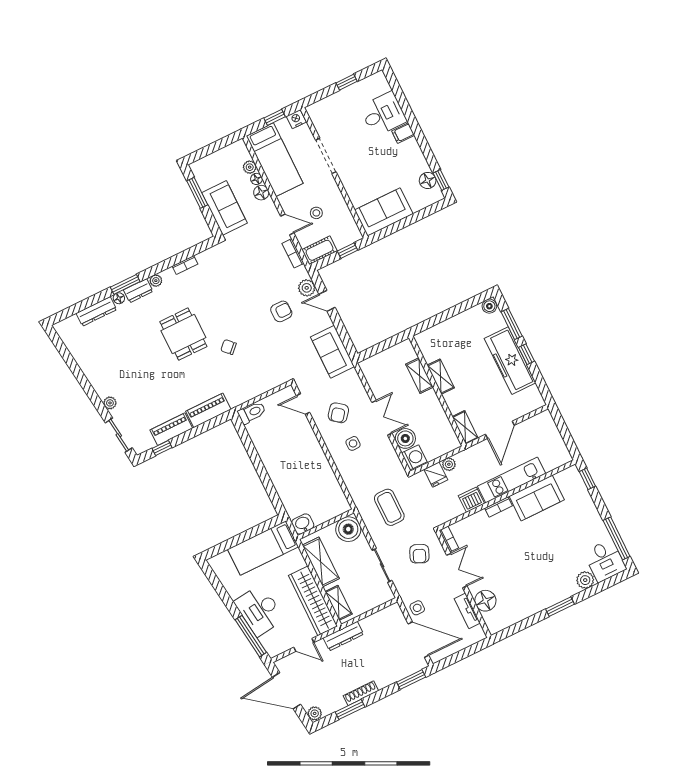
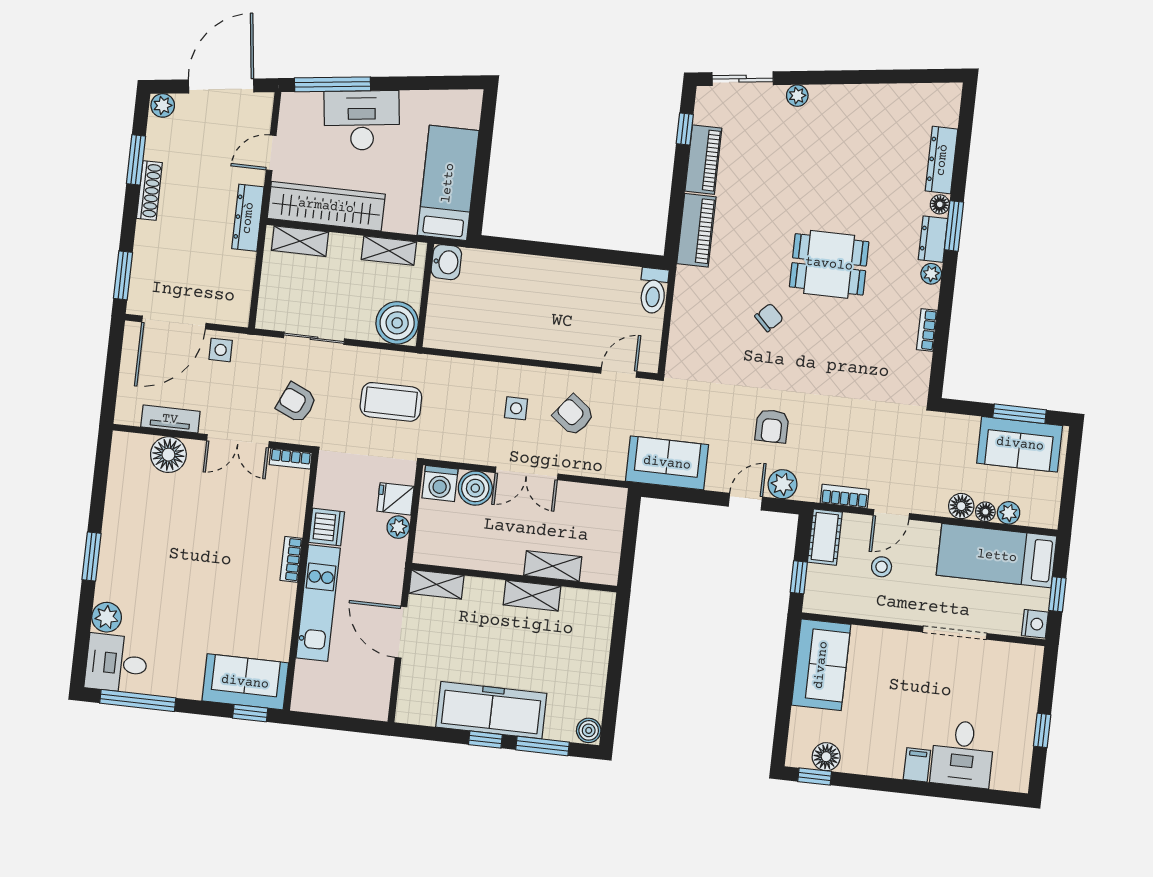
sofa: (224, 208) -> (1020, 444), moved
sofa: (537, 498) -> (245, 682), moved, turned 90
shelving: (321, 562) -> (389, 251), width x0.67, depth x0.75

